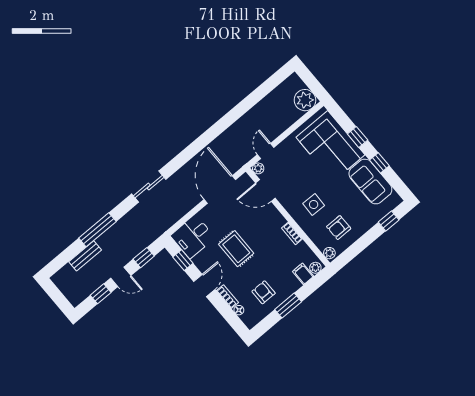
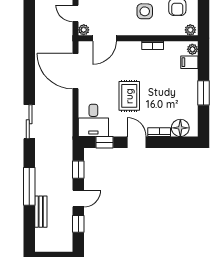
rug: (236, 249) -> (129, 96), turned 90
armchair: (264, 292) -> (178, 103), removed
floor lamp: (239, 310) -> (180, 128), width x1.89, depth x1.89

